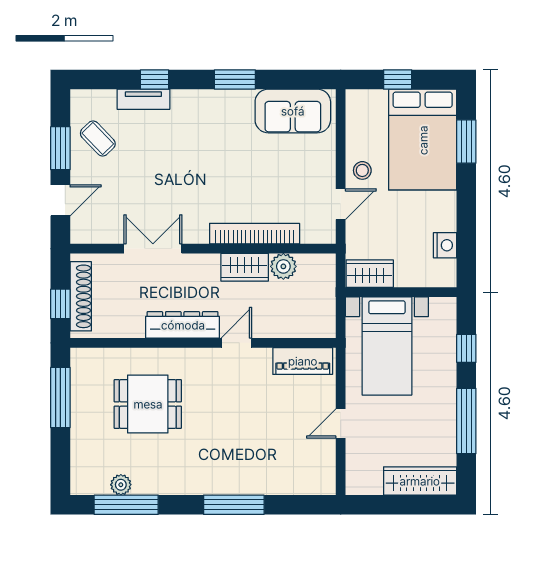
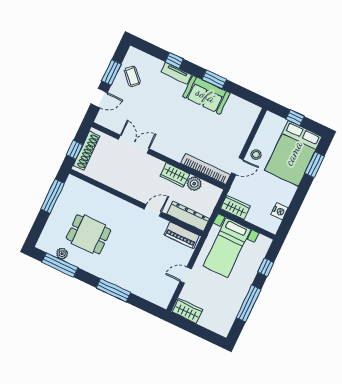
tv unit: (143, 99) -> (176, 73), moved
sofa: (293, 111) -> (206, 95), moved
bookcase: (255, 234) -> (206, 169), moved
dresser: (183, 325) -> (188, 216), moved
dining table: (148, 404) -> (89, 234), moved
wardrobe: (420, 481) -> (187, 311), moved, width x0.67

